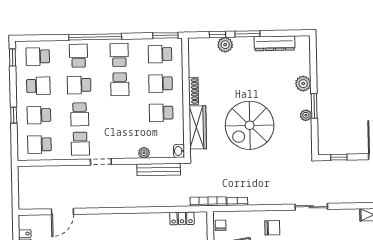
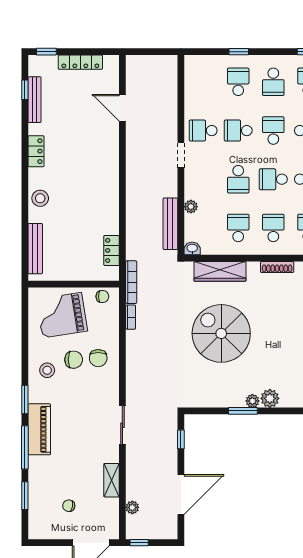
shoe rack: (193, 91) -> (277, 267), moved
plant: (306, 115) -> (252, 401), moved
school desk: (39, 144) -> (238, 179), moved, turned 180
sliding door: (311, 207) -> (122, 425), moved

